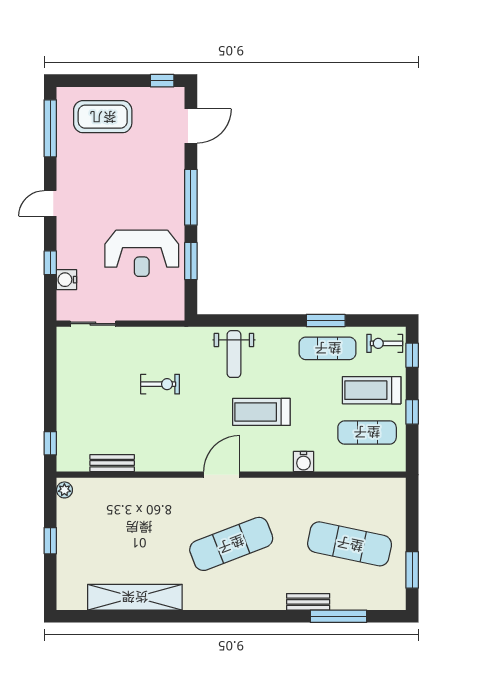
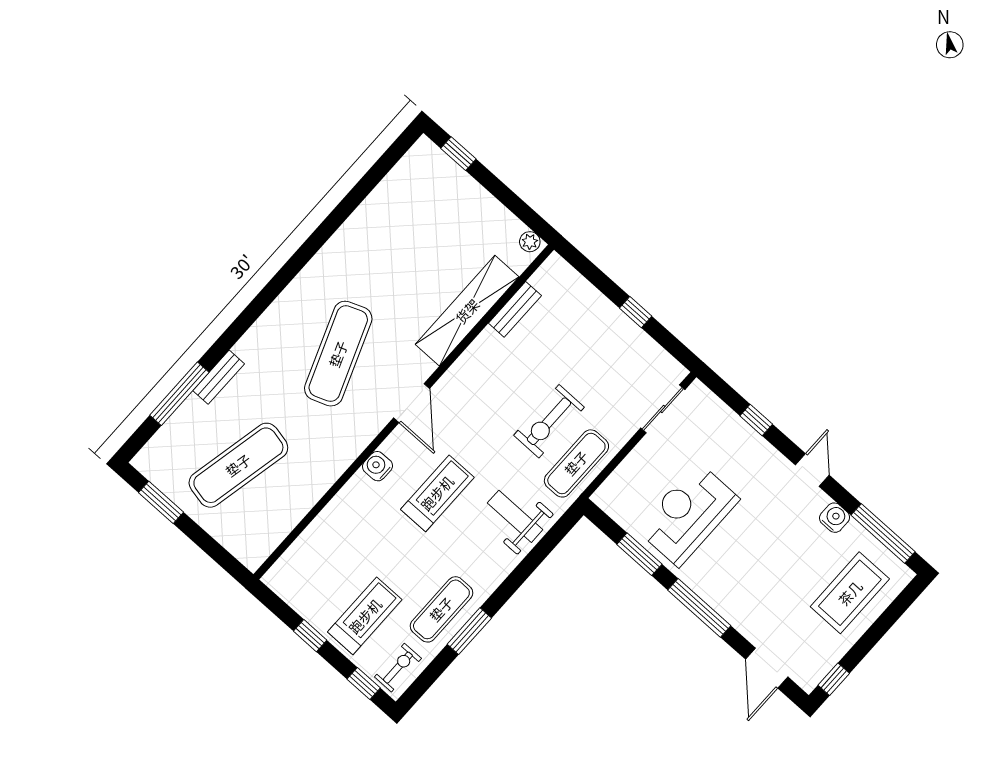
water cooler: (67, 280) -> (835, 518), moved
exercise bike: (160, 384) -> (549, 421), width x1.38, depth x1.39
exercise mat: (367, 432) -> (576, 463), moved
window: (50, 443) -> (636, 312), moved
water cooler: (304, 461) -> (377, 466), moved
window: (50, 541) -> (458, 154), moved
shelving: (135, 597) -> (467, 311), moved

